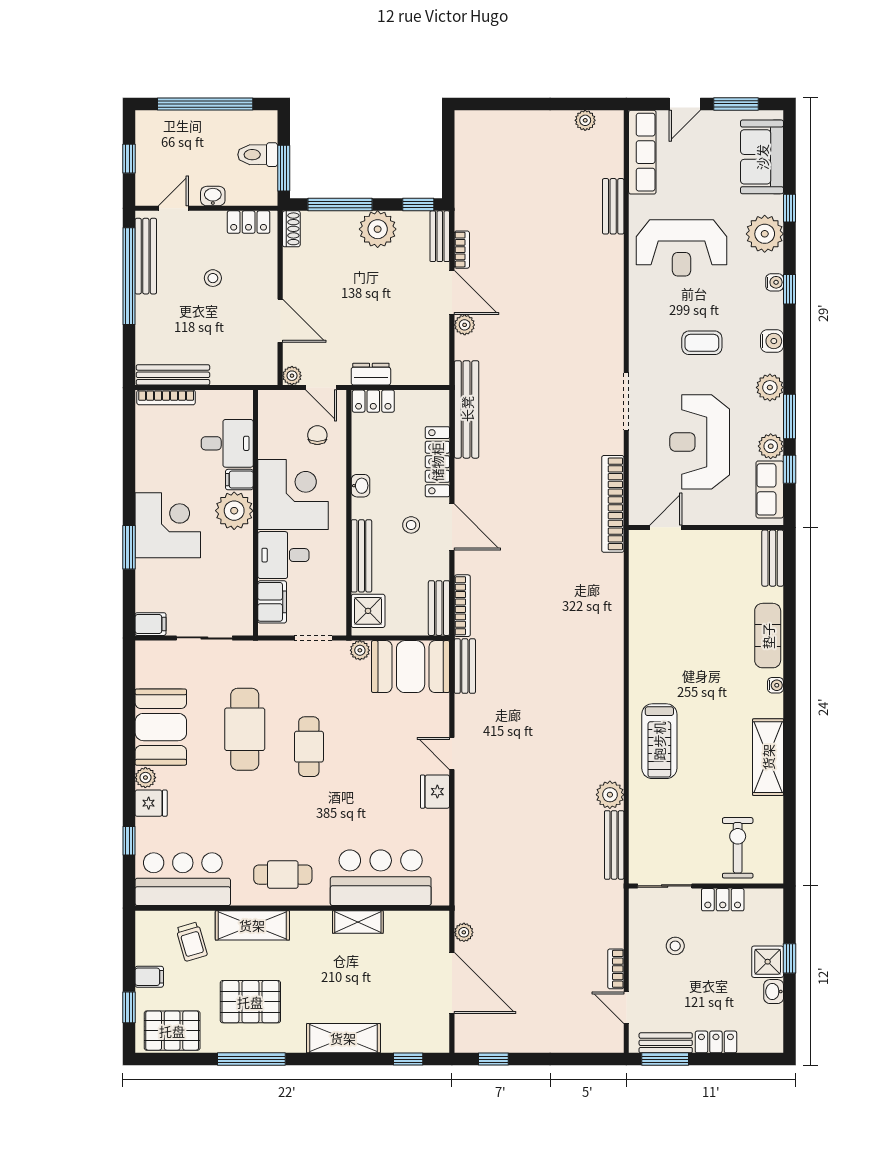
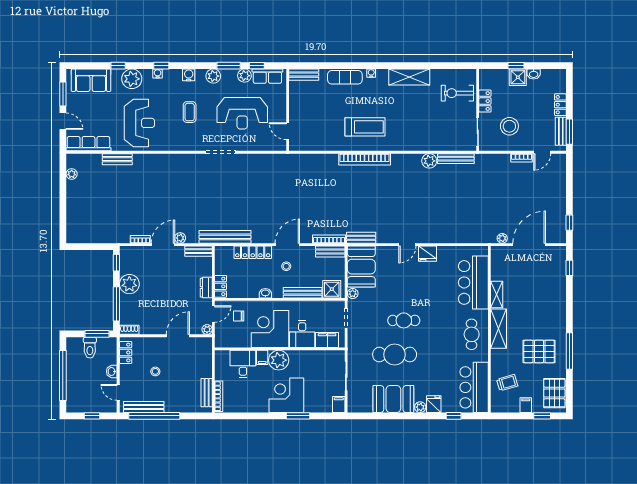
bench: (440, 236) -> (199, 251), moved
bench: (173, 375) -> (207, 393), width x0.73
bookcase: (613, 504) -> (365, 159), moved
treadmill: (659, 741) -> (365, 127), moved
shelving: (252, 925) -> (499, 329), moved
stool: (675, 946) -> (509, 126), width x1.89, depth x1.89
pallet: (250, 1002) -> (539, 351), turned 90
shelving: (343, 1038) -> (558, 302), removed

